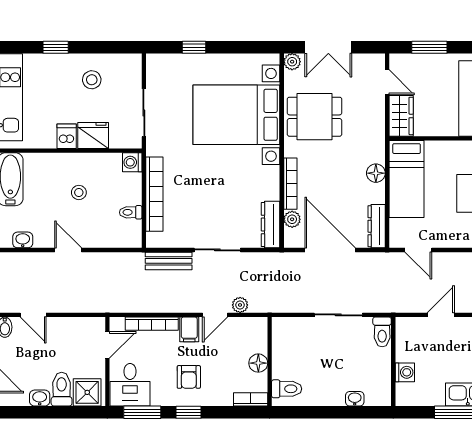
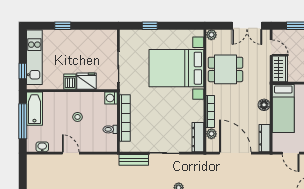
double door: (328, 47) -> (247, 26), moved
stool: (92, 80) -> (86, 46), removed

